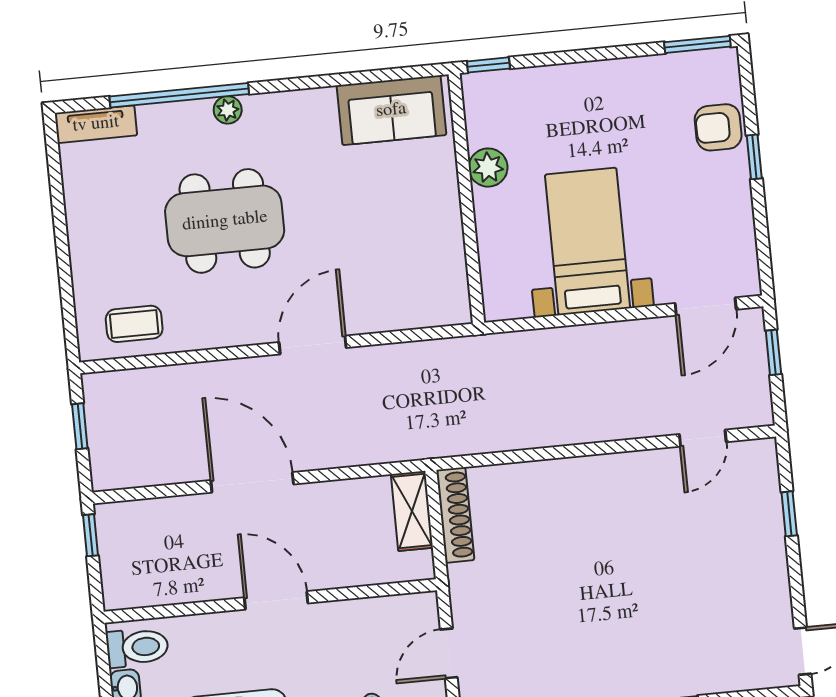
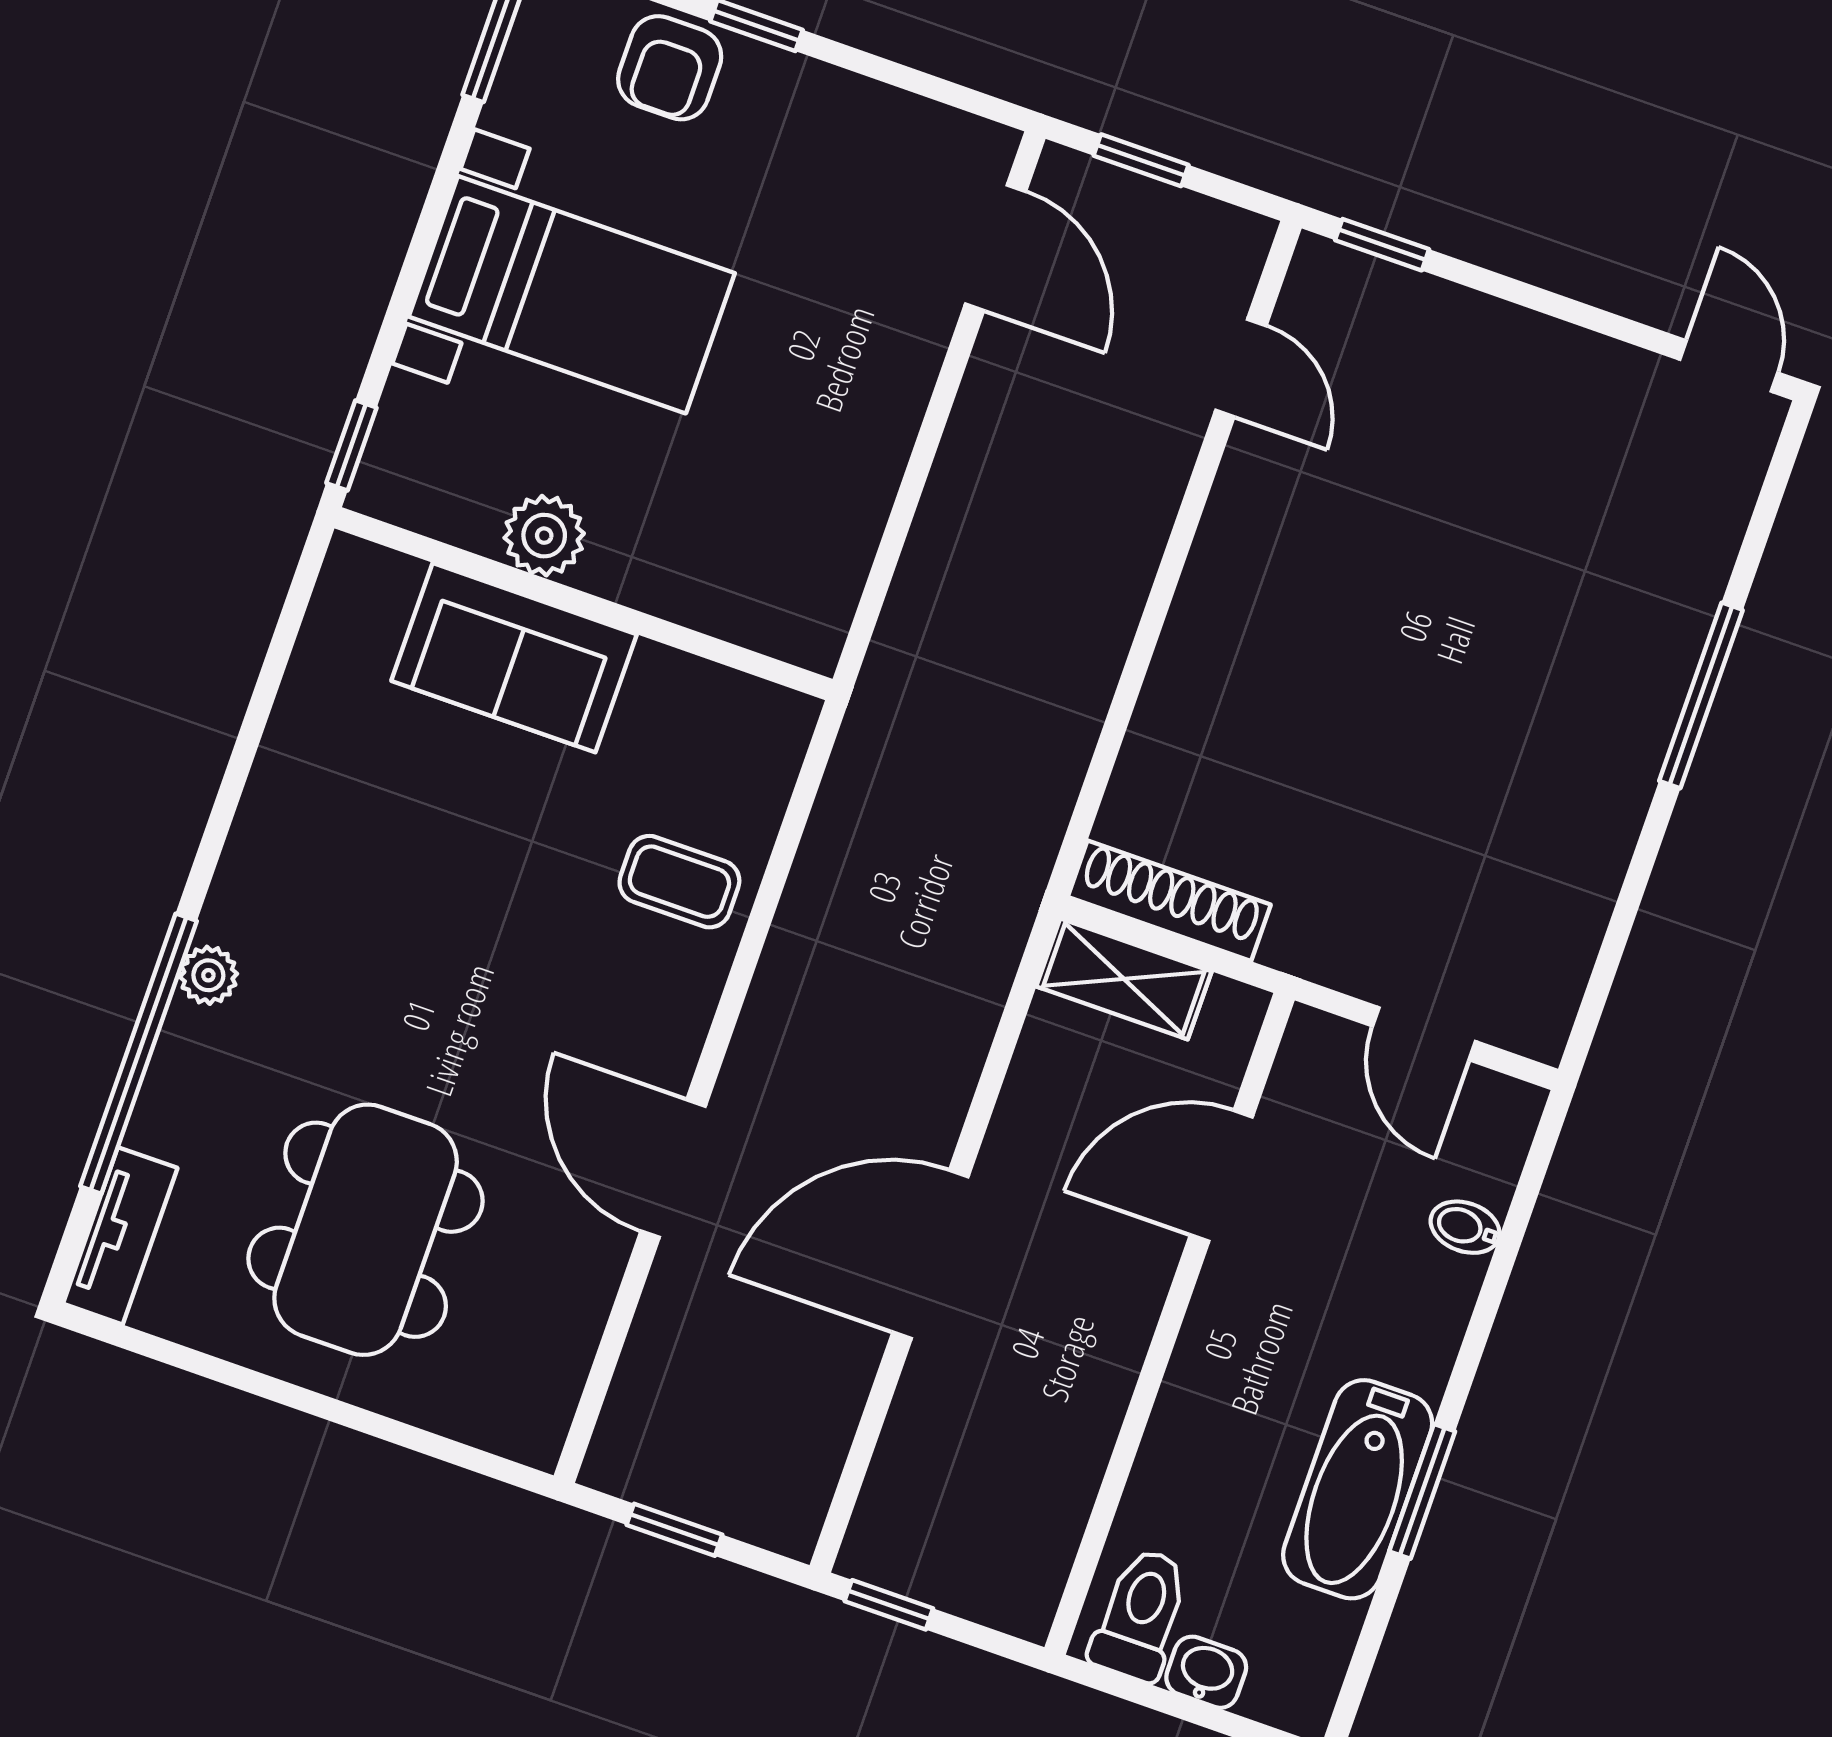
sofa: (391, 110) -> (514, 658), moved, turned 90
dining table: (225, 221) -> (366, 1230), moved
bed with nightstands: (587, 241) -> (572, 295), moved, turned 180
coffee table: (134, 324) -> (679, 882), moved, turned 90
door: (313, 345) -> (673, 1169), moved
window: (789, 514) -> (1382, 245), moved
door: (276, 600) -> (1221, 1176), moved

